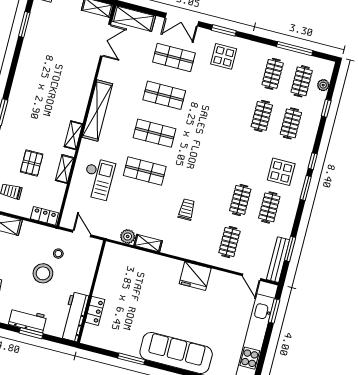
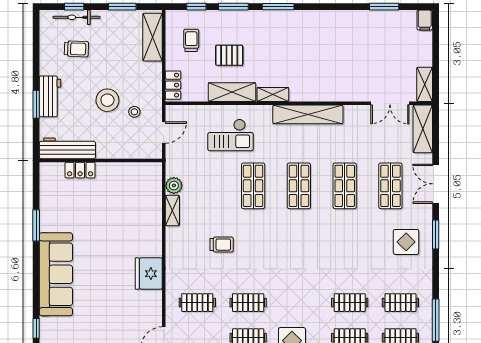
shelving: (65, 169) -> (232, 92), width x1.50, depth x1.33

